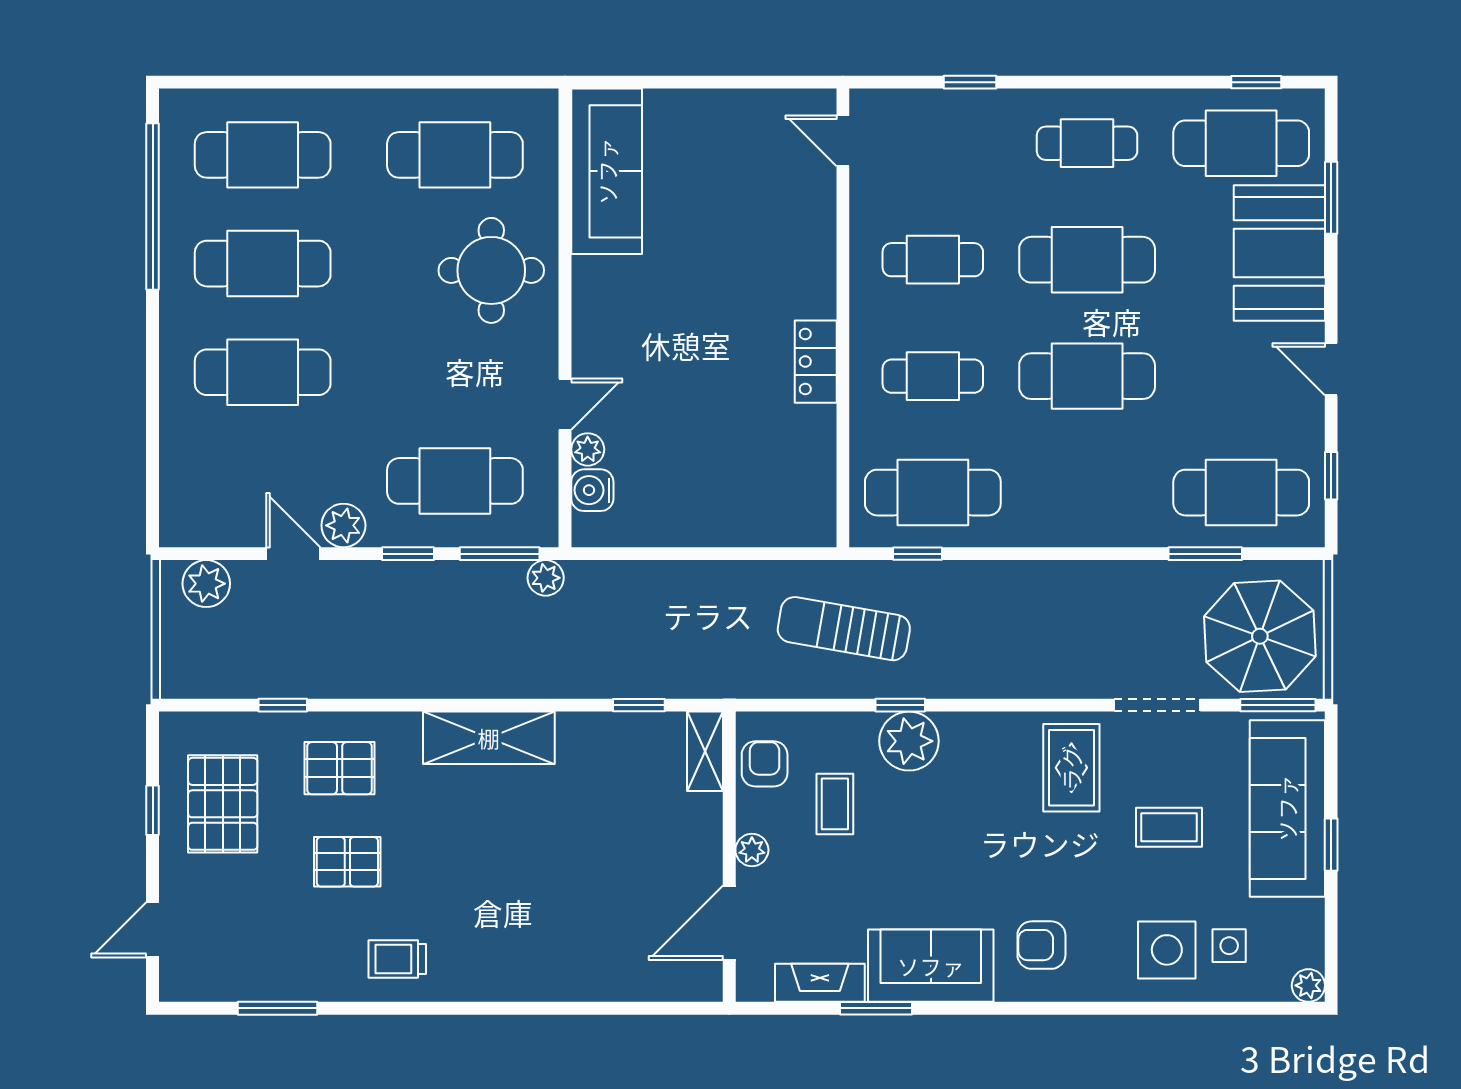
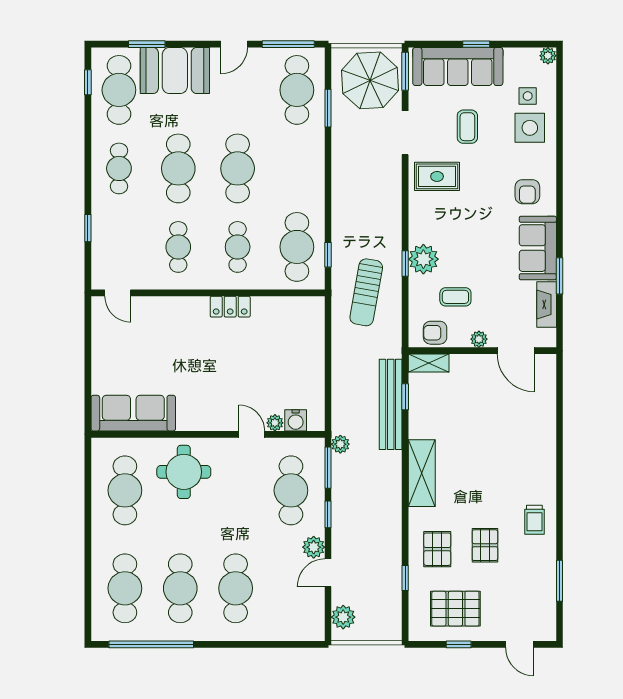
door: (843, 141) -> (118, 293), hinge flipped
window: (1331, 476) -> (288, 44), width x2.17
bench: (624, 677) -> (391, 404), added

